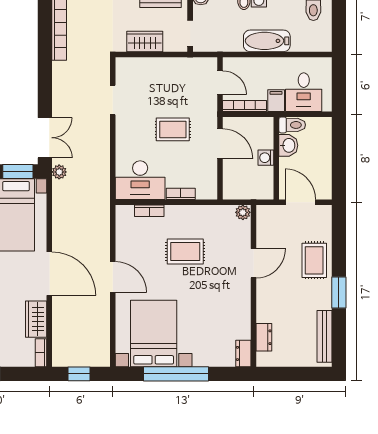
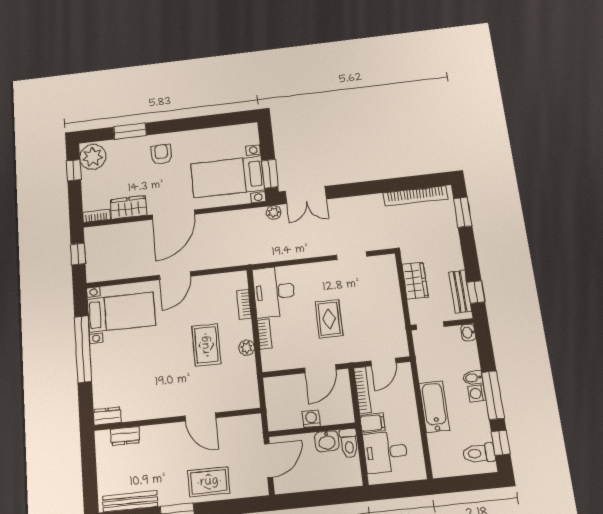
plant: (243, 212) -> (247, 348), moved
bed with nightstands: (154, 334) -> (121, 312), width x0.73

